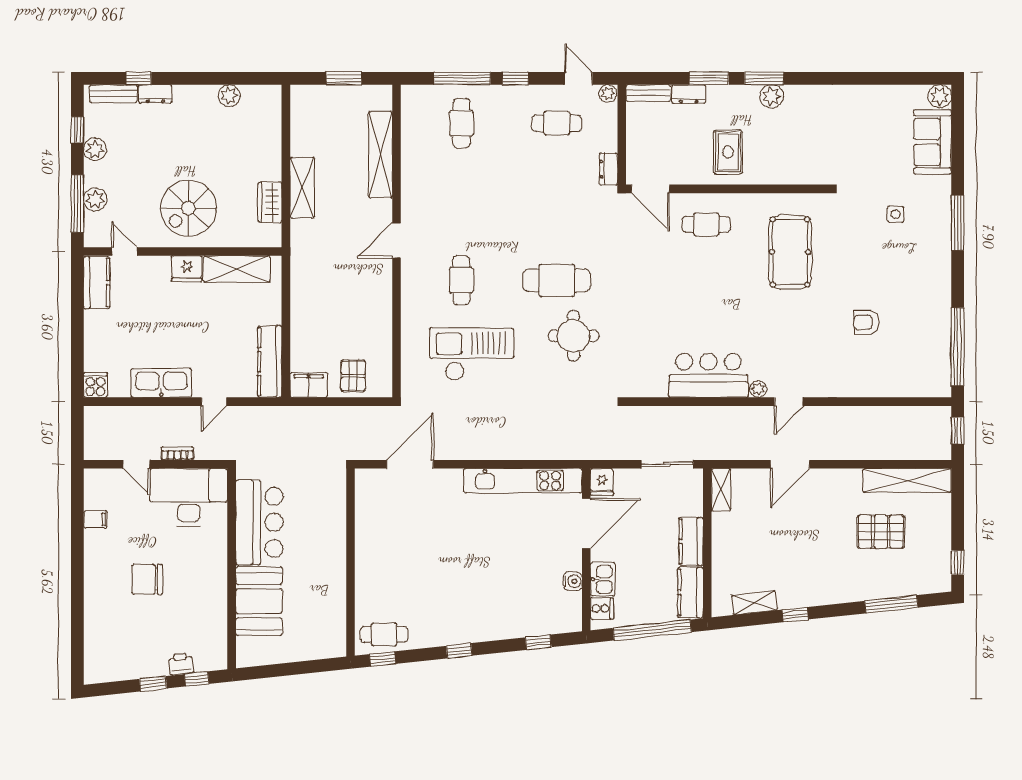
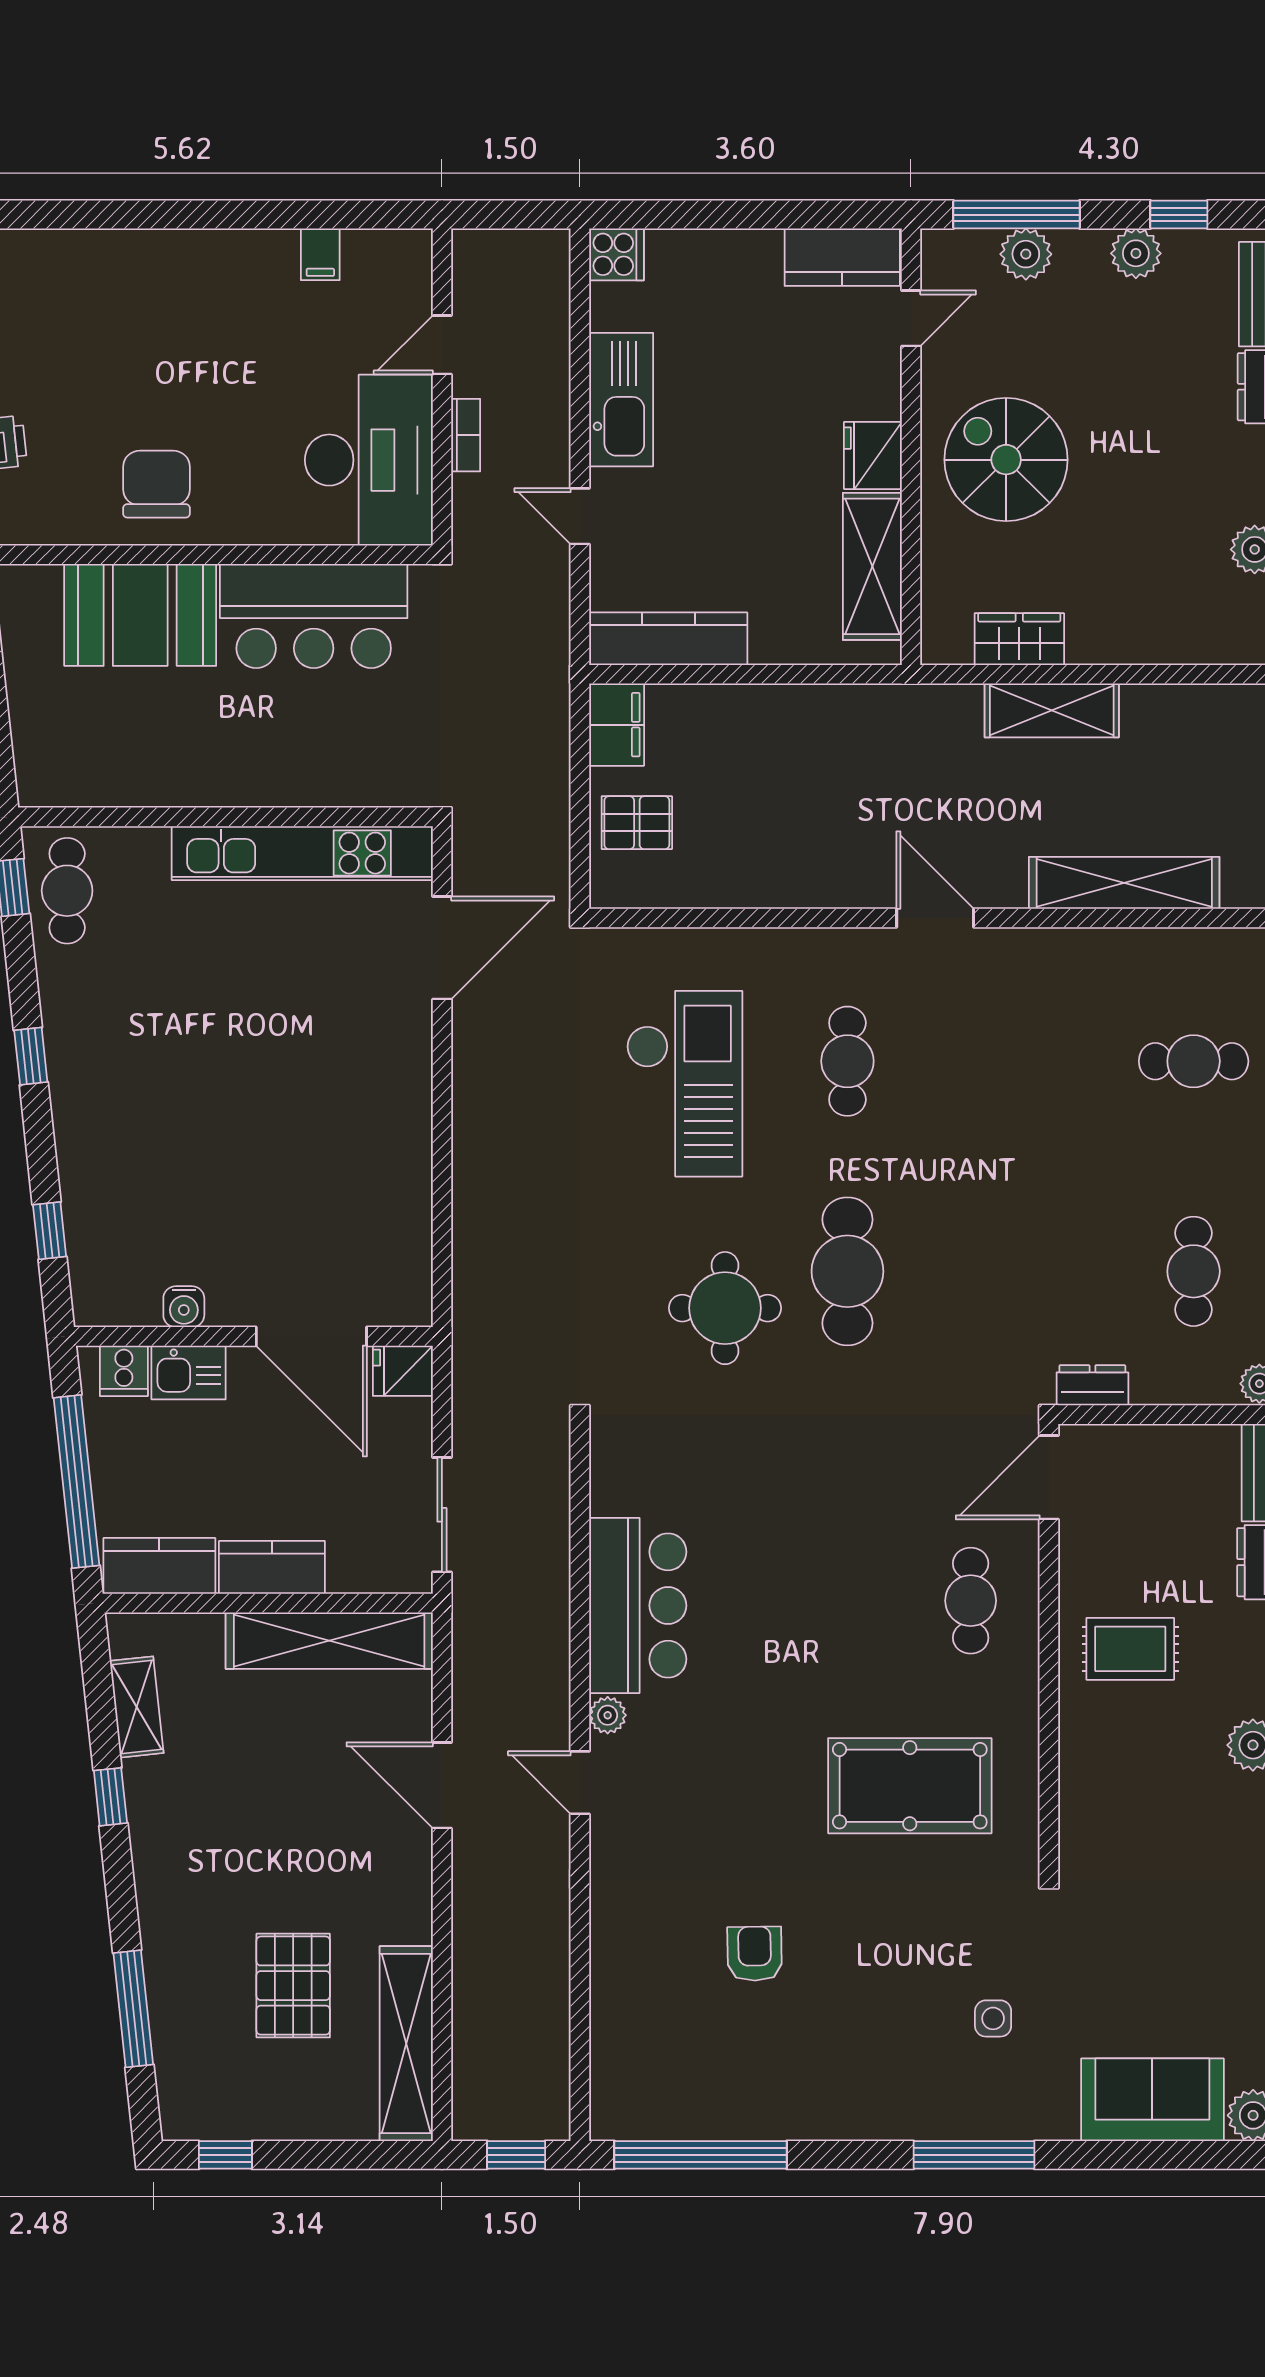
cafe table: (461, 280) -> (847, 1061), turned 90
door: (410, 464) -> (442, 948), hinge flipped
kitchen unit: (523, 481) -> (302, 853), moved, turned -90
shelving: (721, 490) -> (329, 1641), width x2.20, depth x1.33
chair: (147, 579) -> (157, 484), moved

